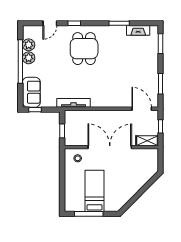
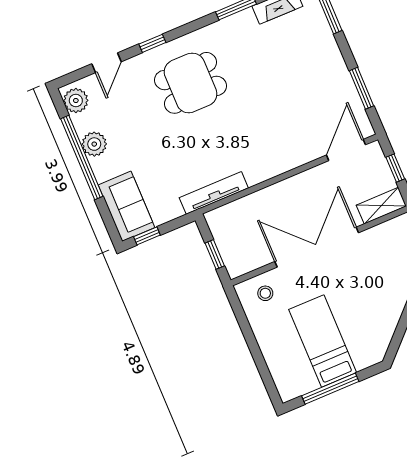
plant: (29, 45) -> (76, 100), moved
dining table: (84, 49) -> (191, 83), turned 90
door: (142, 109) -> (346, 150), hinge flipped

